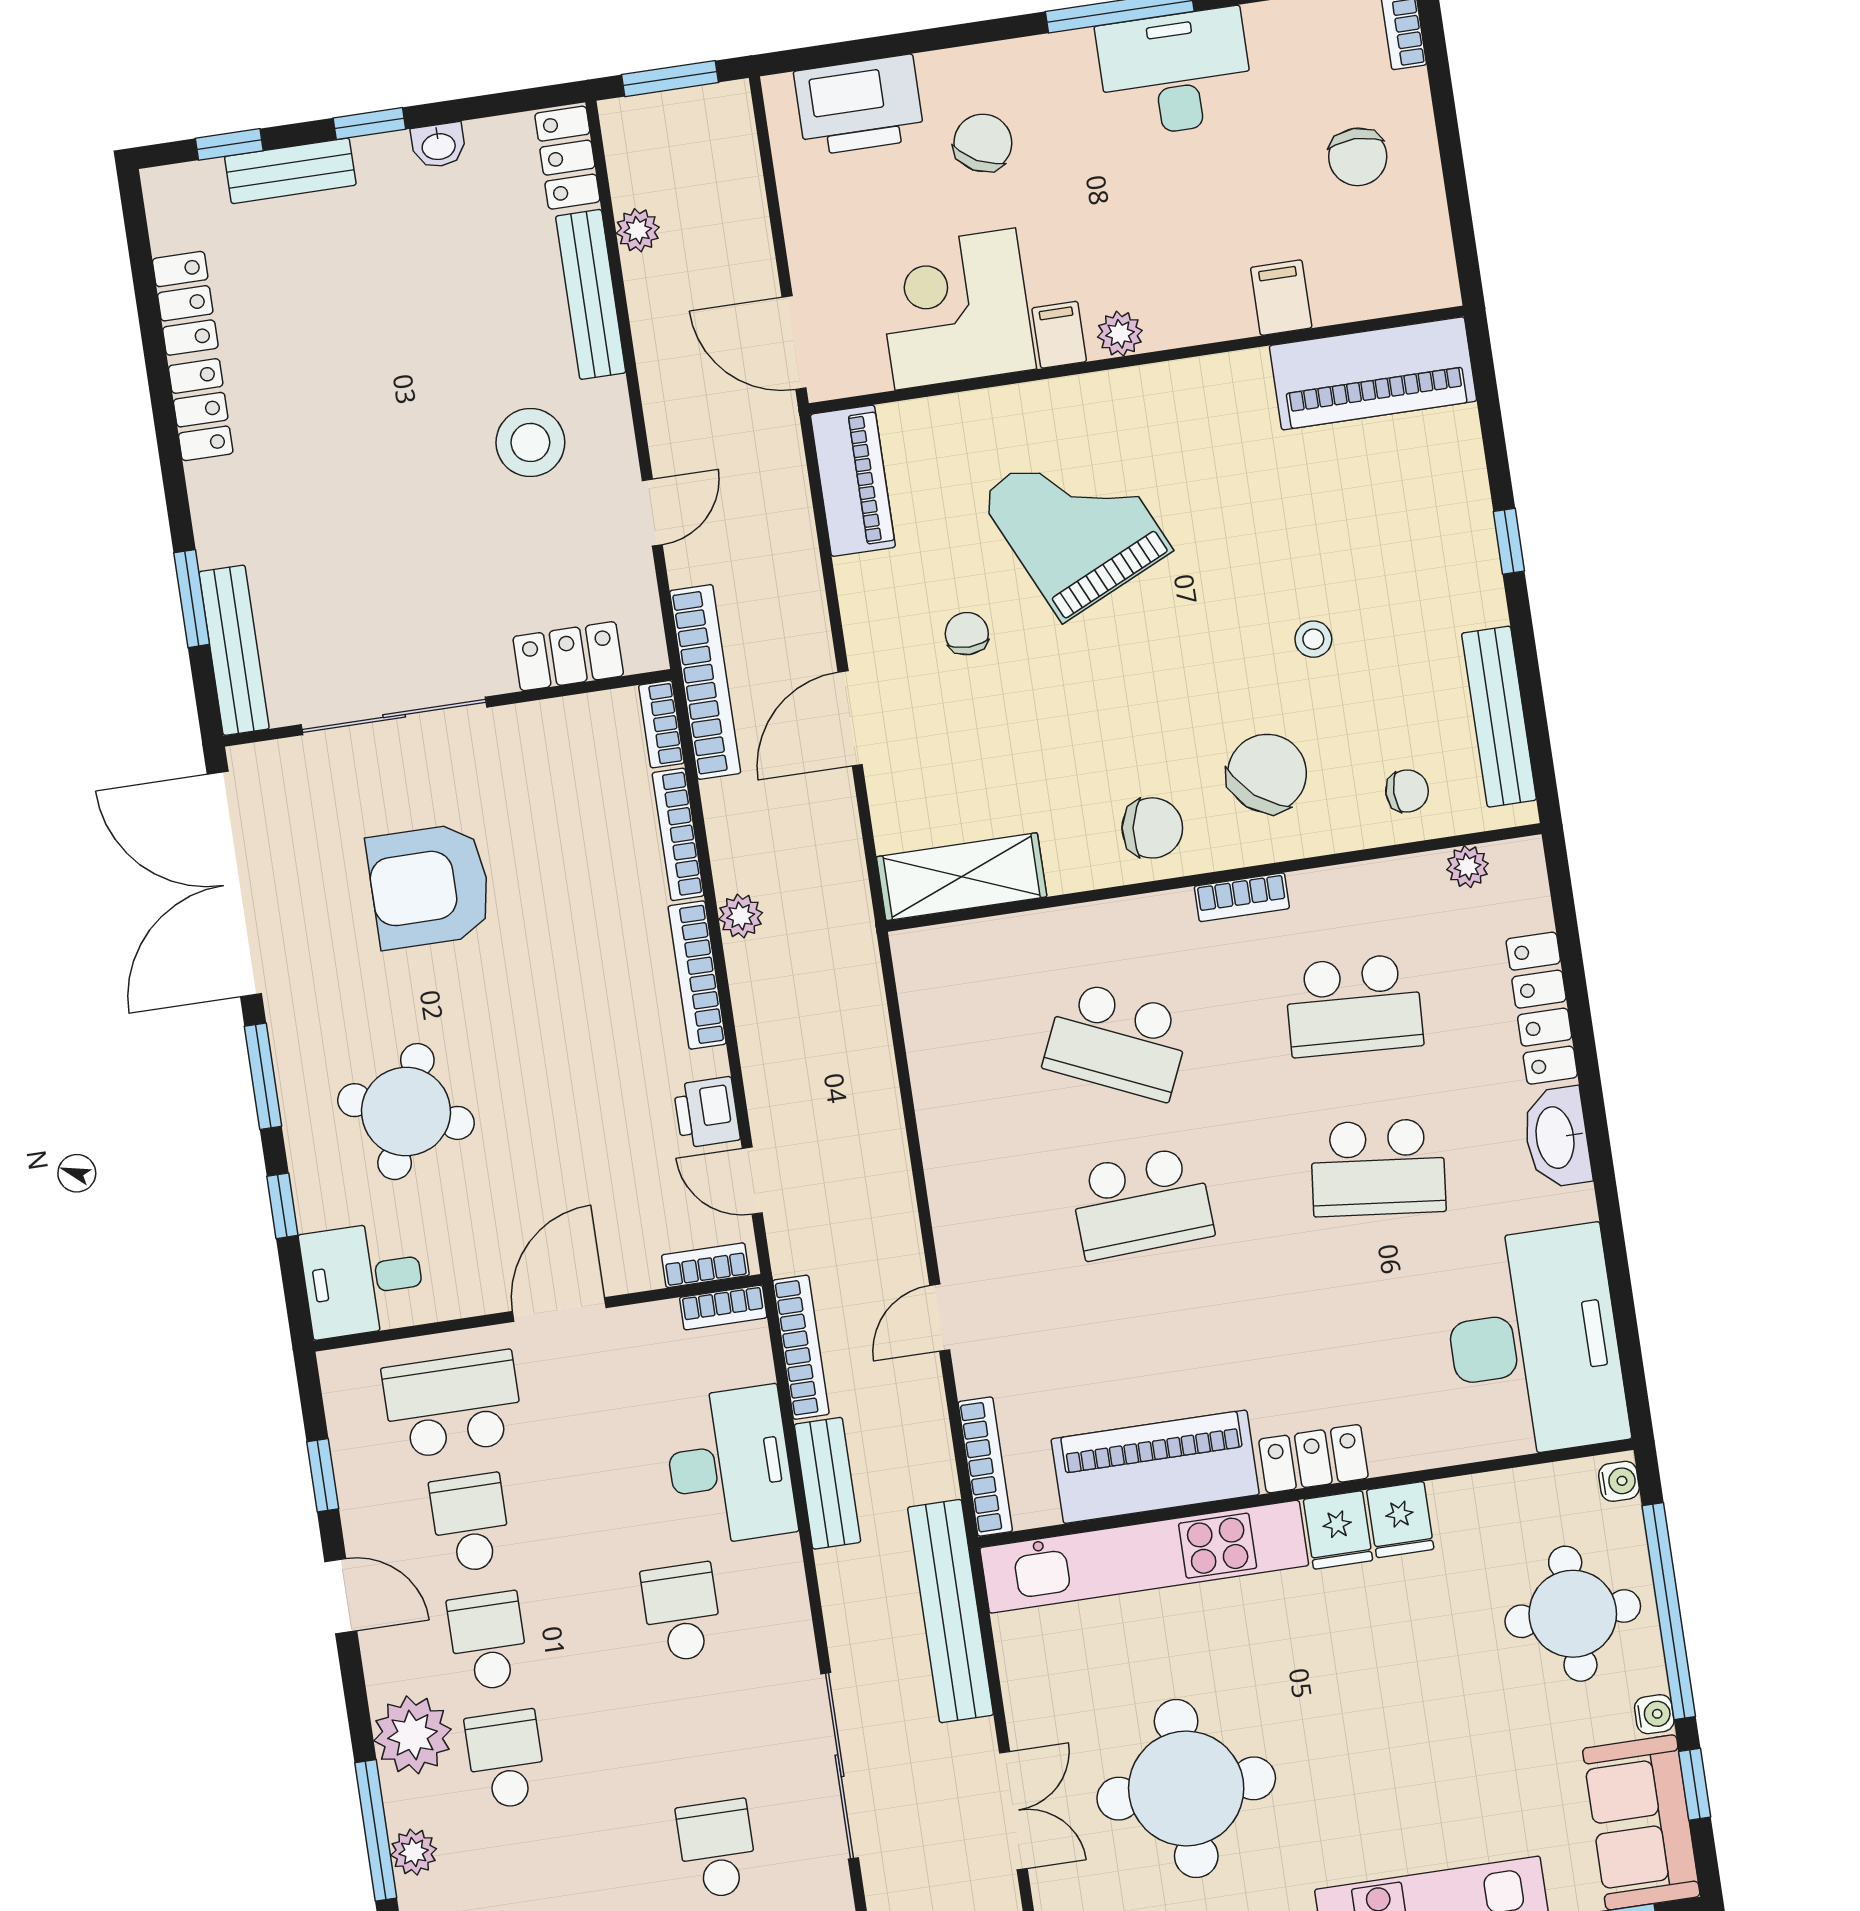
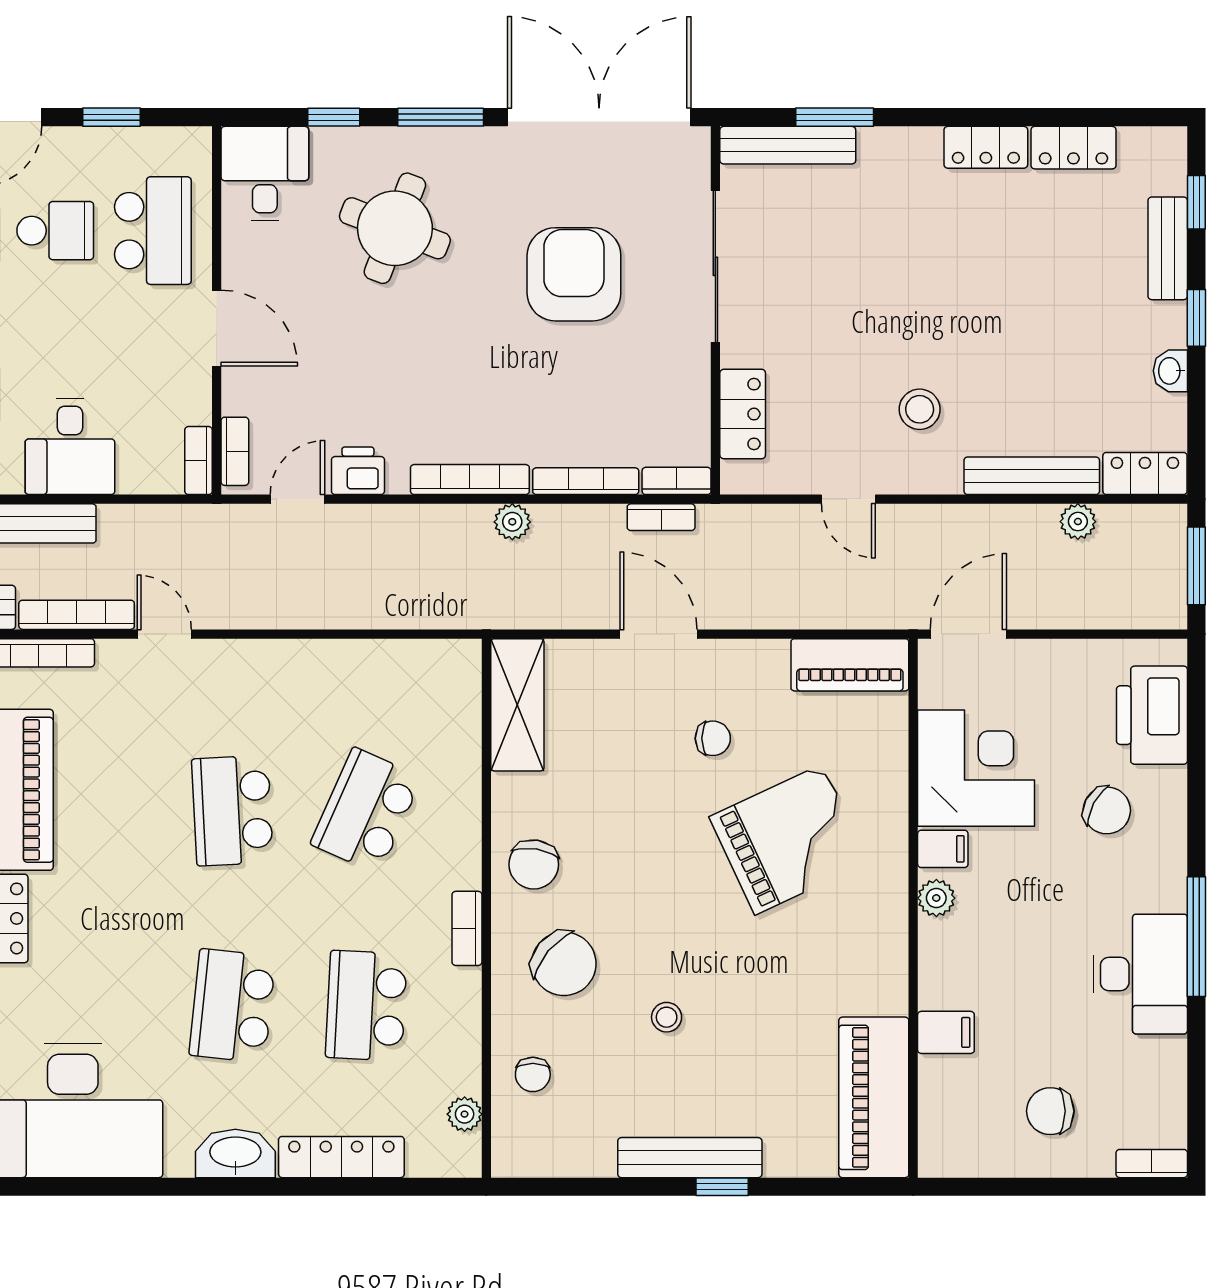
stool: (530, 442) -> (920, 409), width x0.73, depth x0.73
bookcase: (705, 682) -> (661, 517), width x0.43, depth x0.76
bench: (1499, 717) -> (690, 1158), moved
bookcase: (801, 1347) -> (77, 615), moved, turned 180
desk: (729, 1466) -> (70, 447), width x0.73

